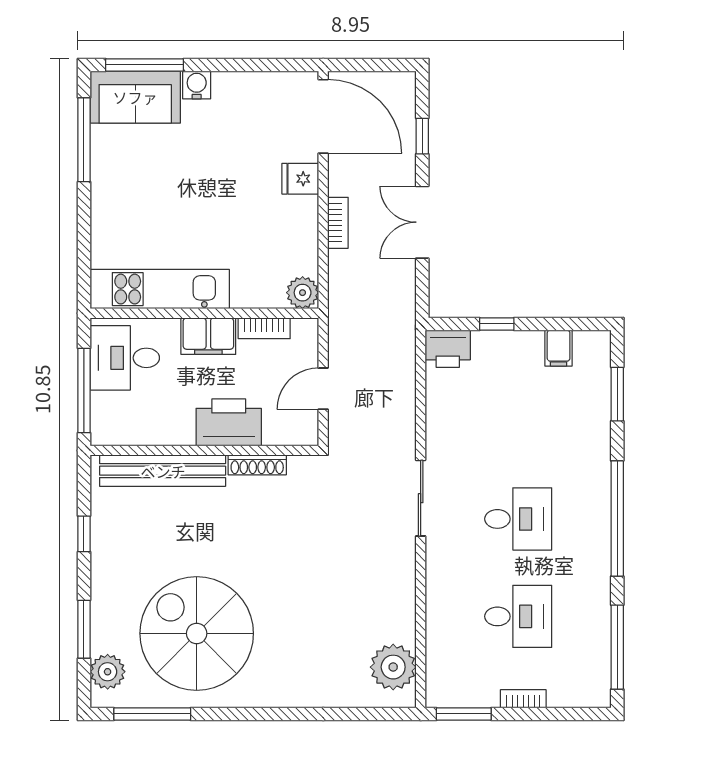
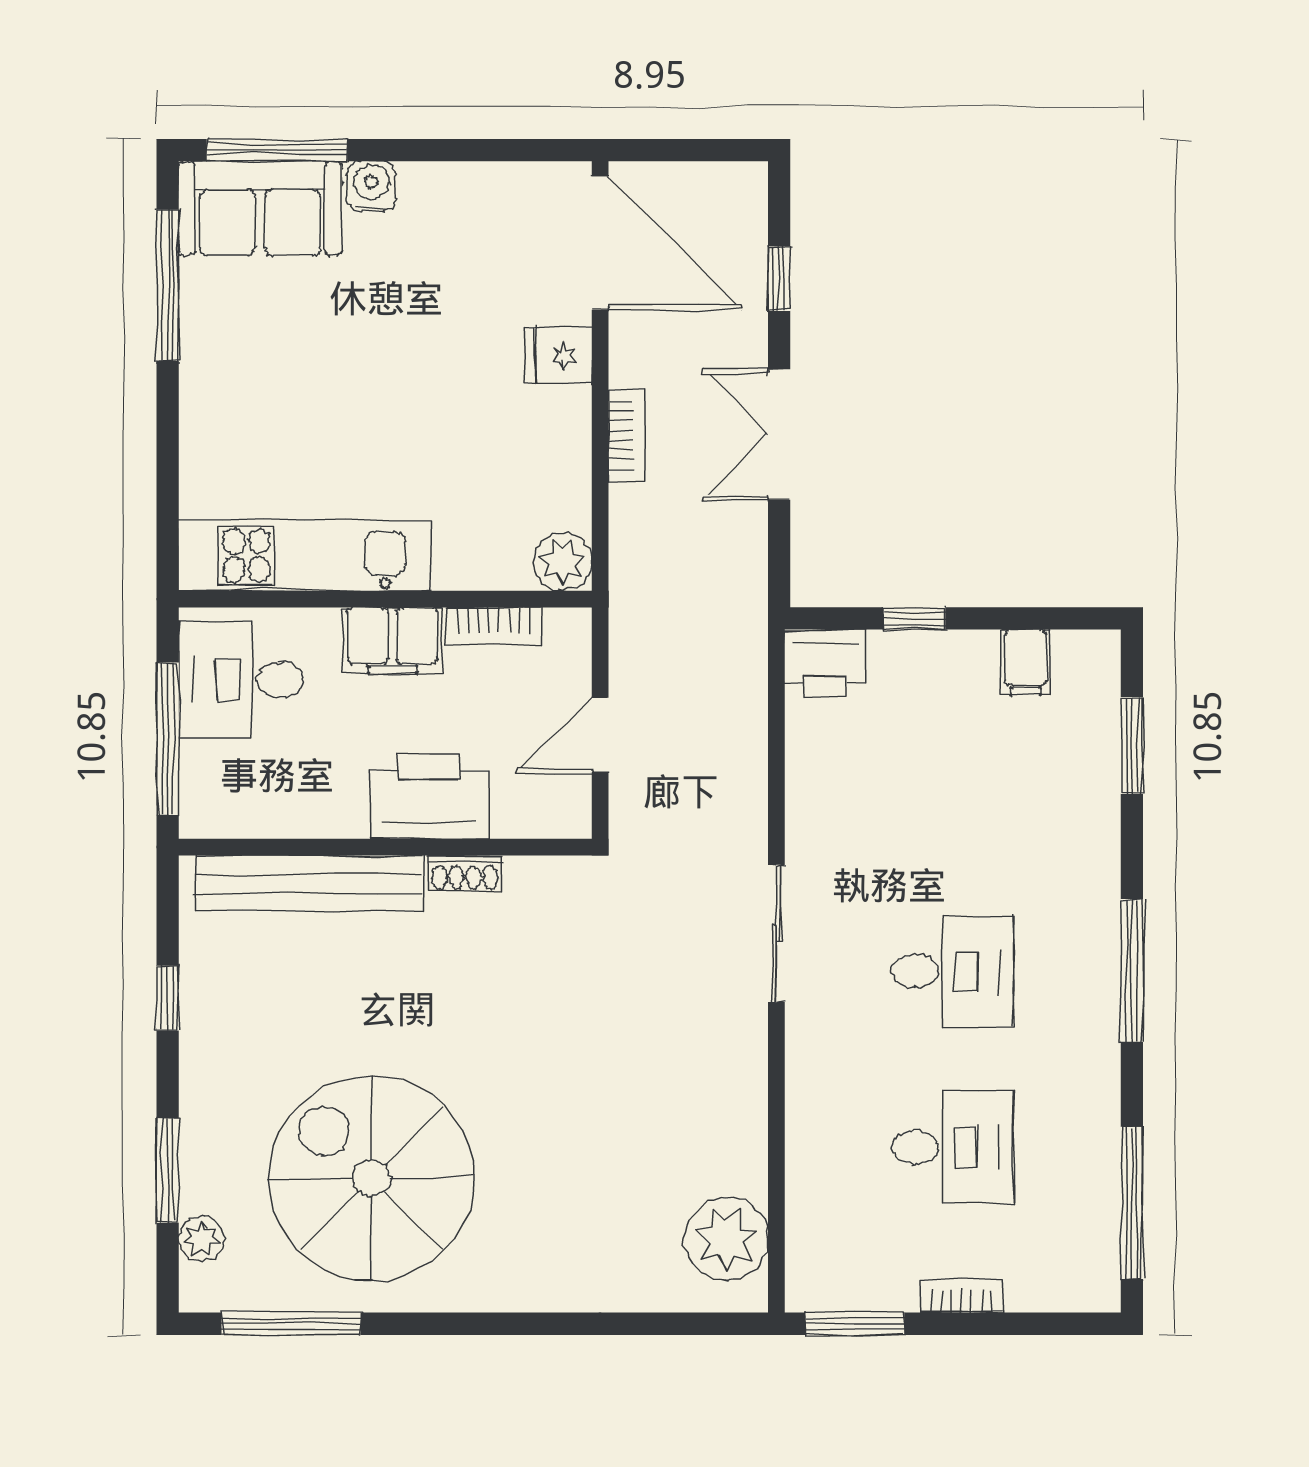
shoe rack: (257, 465) -> (465, 873), width x0.70
window: (617, 519) -> (1132, 970), width x0.68
plant: (108, 672) -> (202, 1239), width x0.73, depth x0.73

